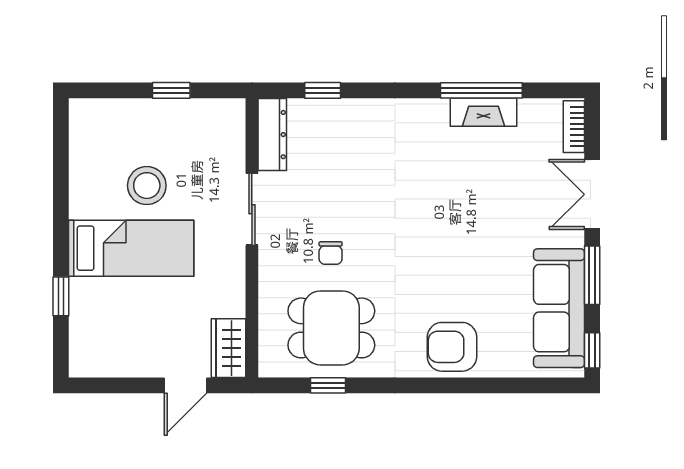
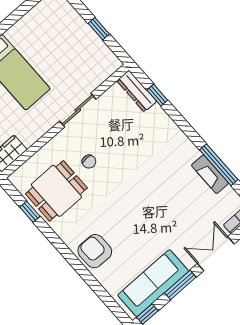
dresser: (272, 135) -> (137, 91), moved, turned 90
stool: (147, 186) -> (47, 55), removed
chair: (331, 253) -> (89, 162), turned -90
dining table: (331, 328) -> (56, 191), turned 90

